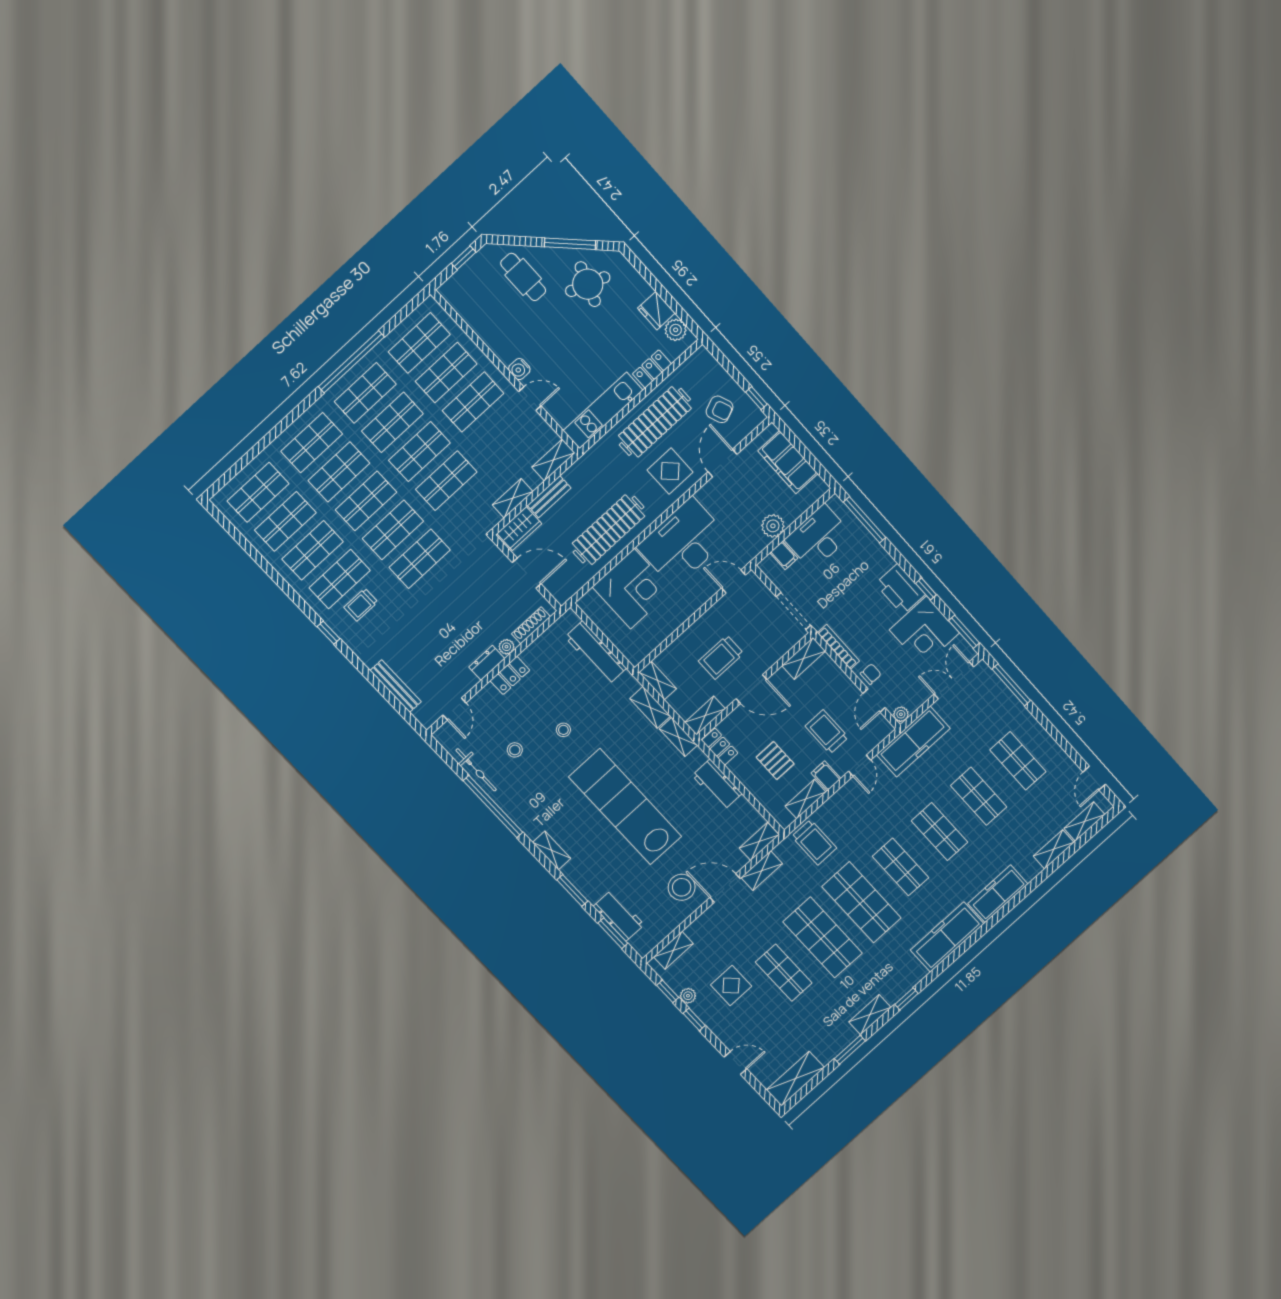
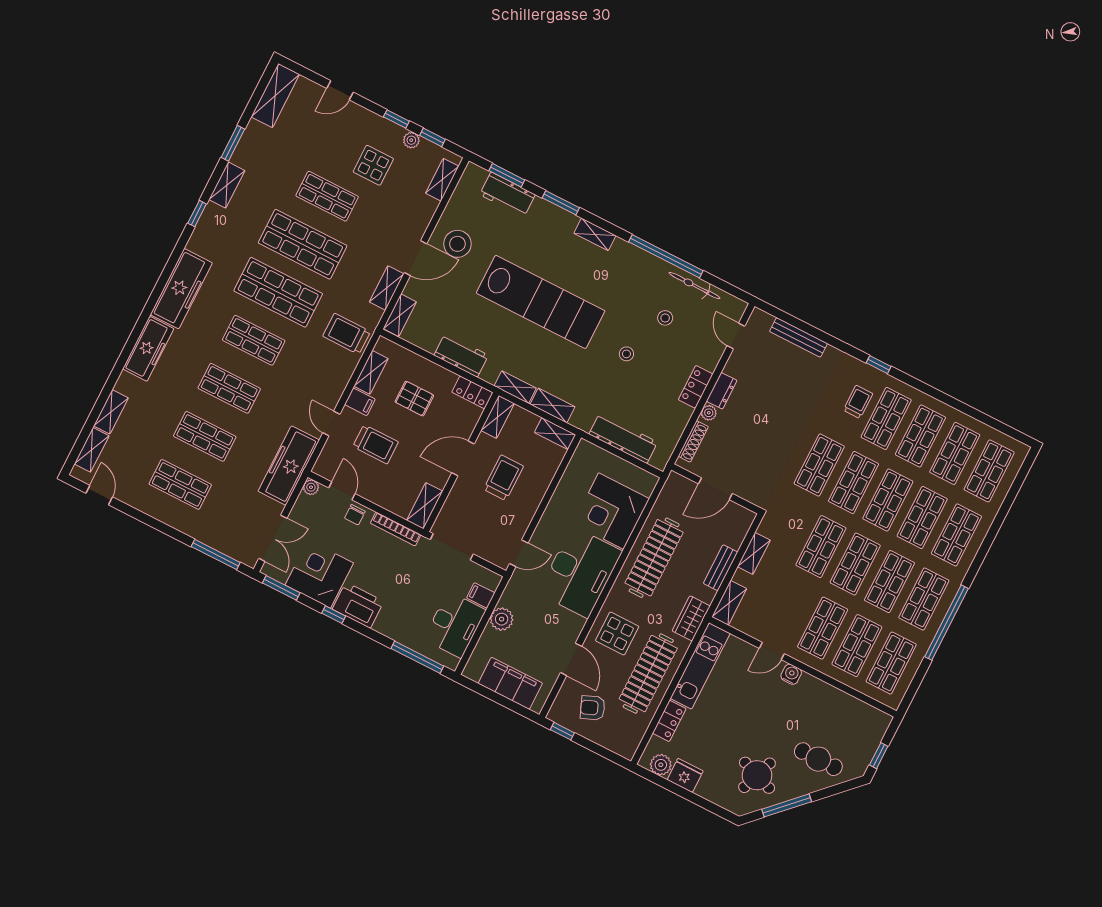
wardrobe: (519, 529) -> (691, 618), moved

